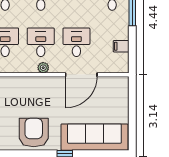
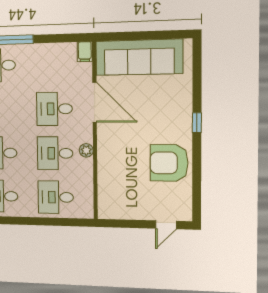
filing cabinet: (121, 46) -> (85, 52), moved
sofa: (94, 137) -> (139, 57), moved, turned -90

